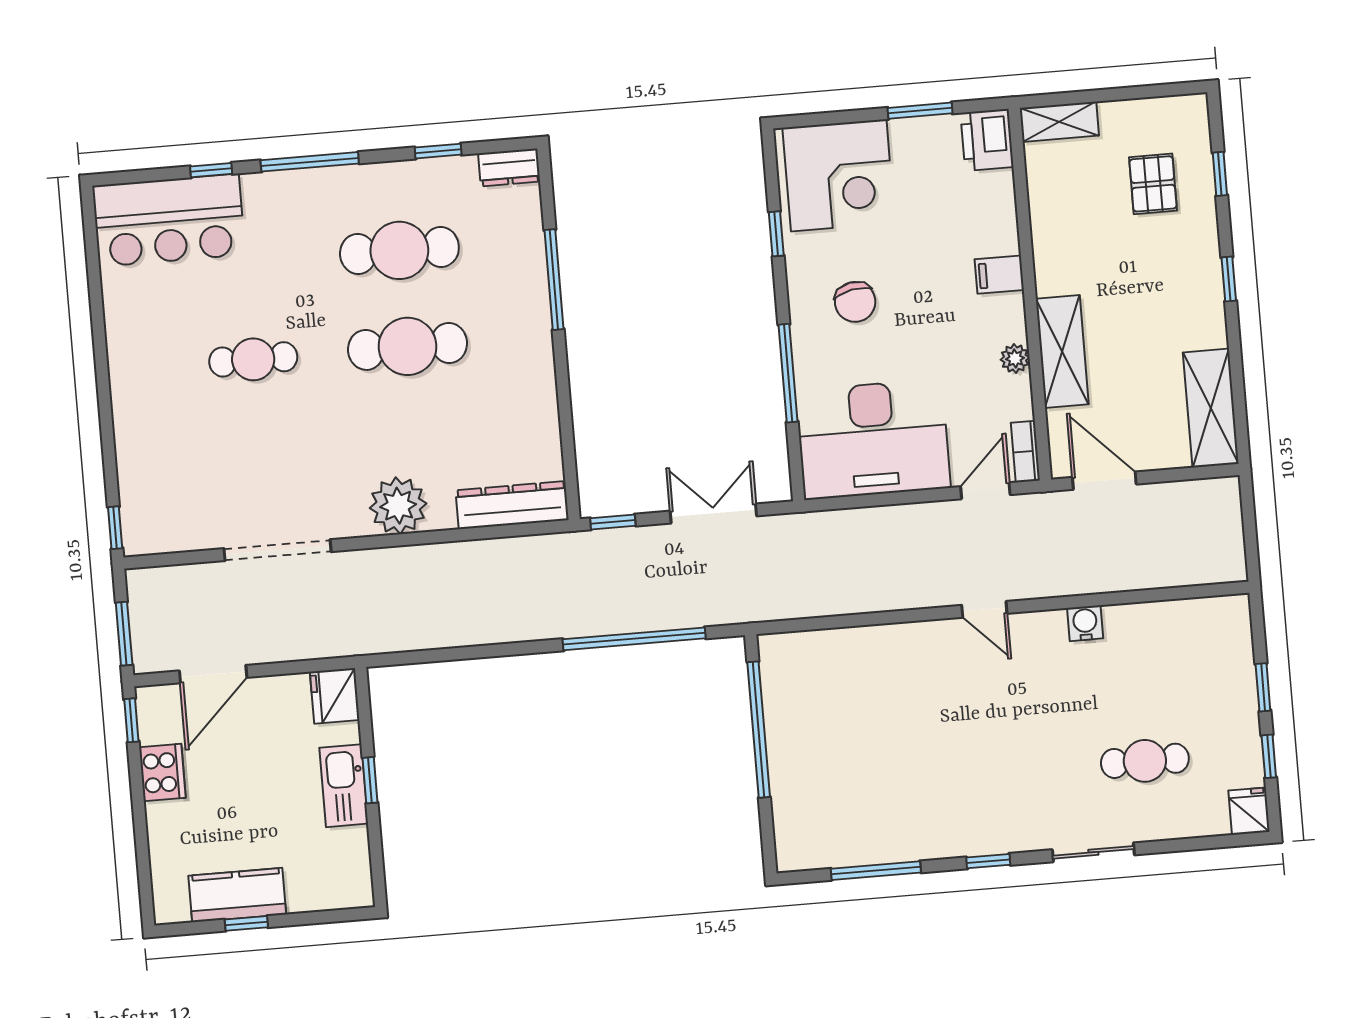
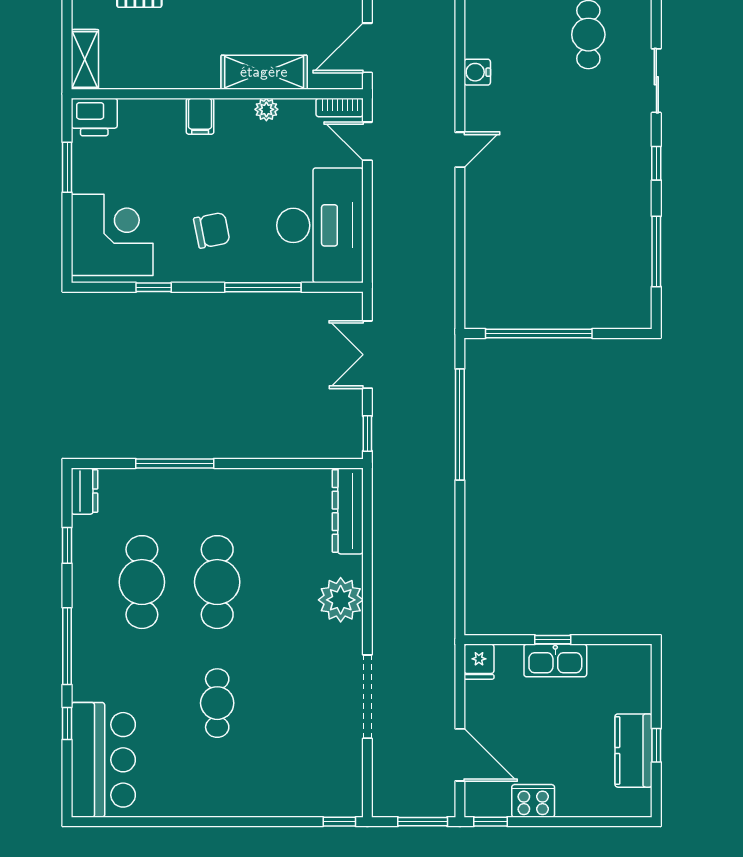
fridge: (335, 696) -> (479, 662), width x0.72

